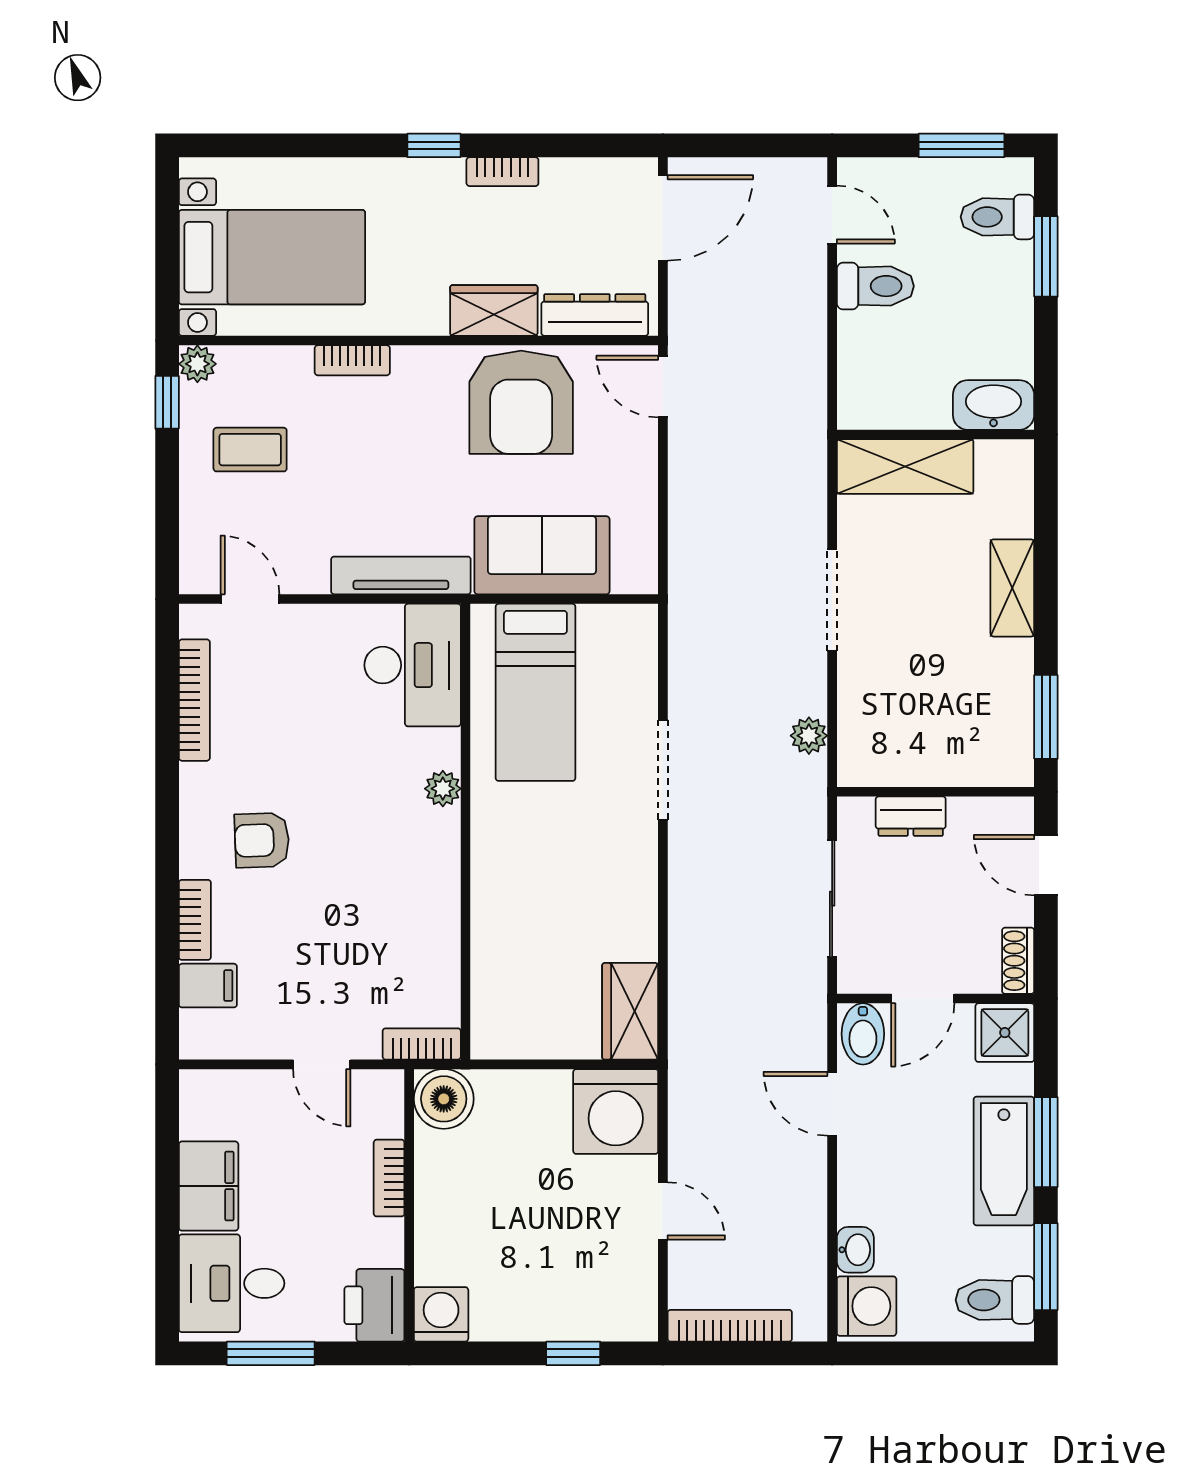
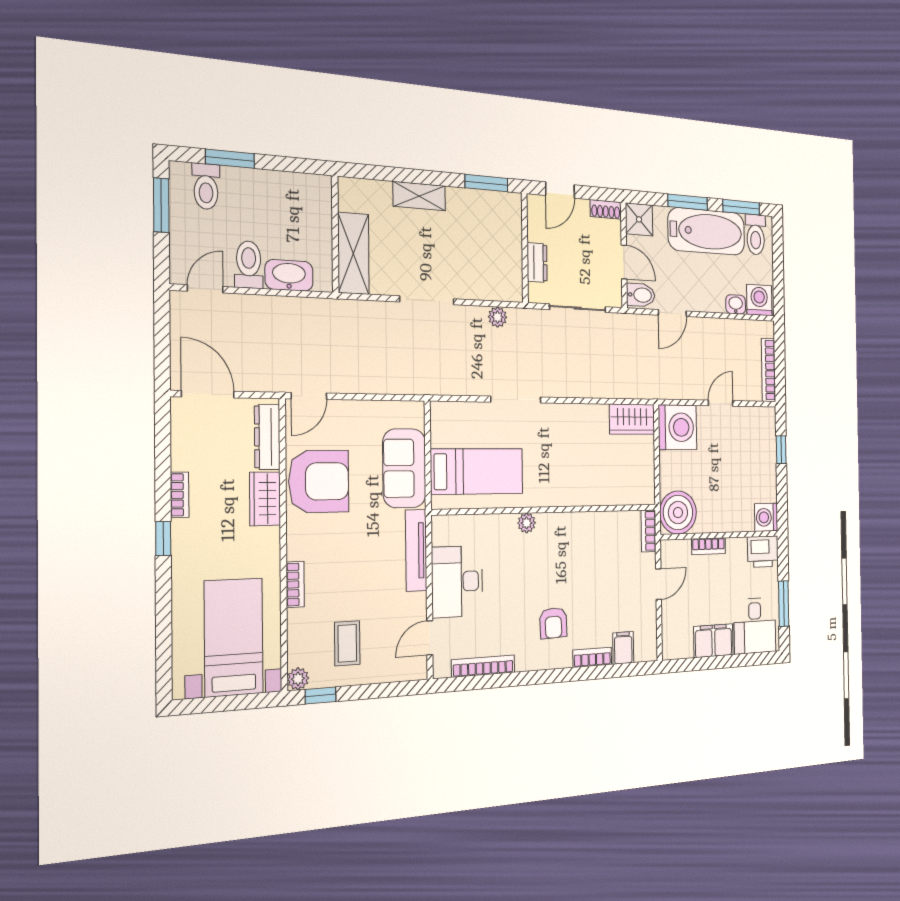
washbasin: (994, 405) -> (289, 275), moved, turned 90
desk: (413, 665) -> (457, 582), moved, turned -90
boiler: (444, 1099) -> (678, 512), width x1.37, depth x1.37
bathtub: (1004, 1161) -> (707, 231), width x1.36, depth x1.36

